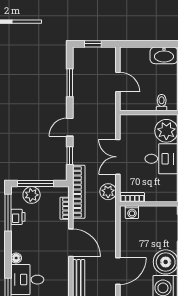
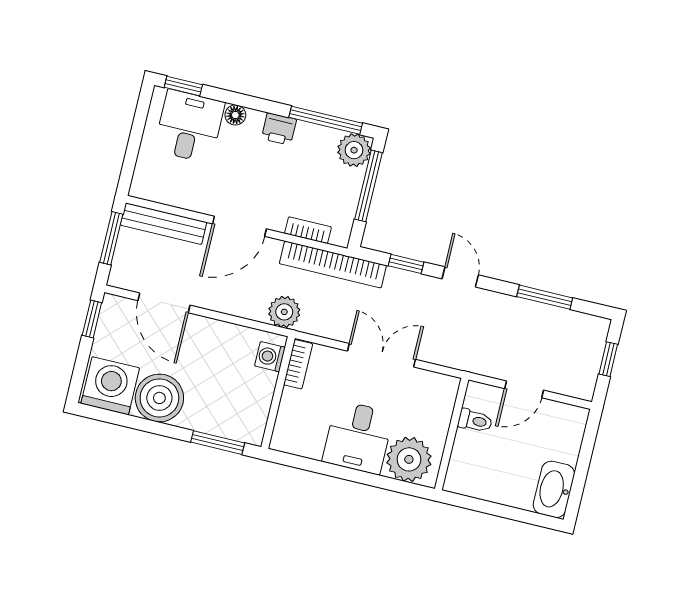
toilet: (162, 103) -> (475, 421), moved
plant: (108, 192) -> (284, 312), moved
plant: (32, 195) -> (354, 150), moved
printer: (18, 217) -> (279, 129), moved

